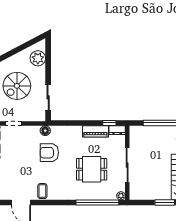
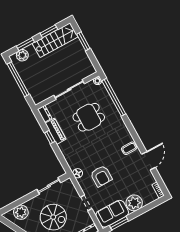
window: (109, 123) -> (50, 137), moved
armchair: (49, 153) -> (101, 176), moved
dining table: (92, 169) -> (89, 117), turned 90

